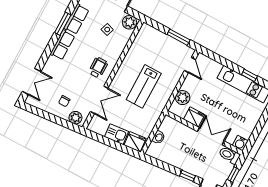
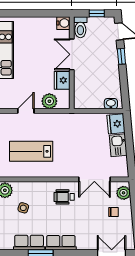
door: (190, 65) -> (26, 111), moved
lab bench: (144, 86) -> (31, 151), moved, turned 180
double door: (99, 100) -> (94, 179), swing flipped
washbasin: (159, 137) -> (111, 104), moved

